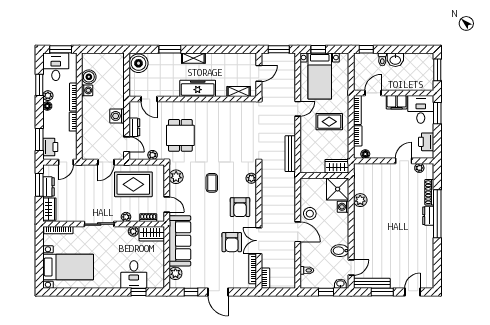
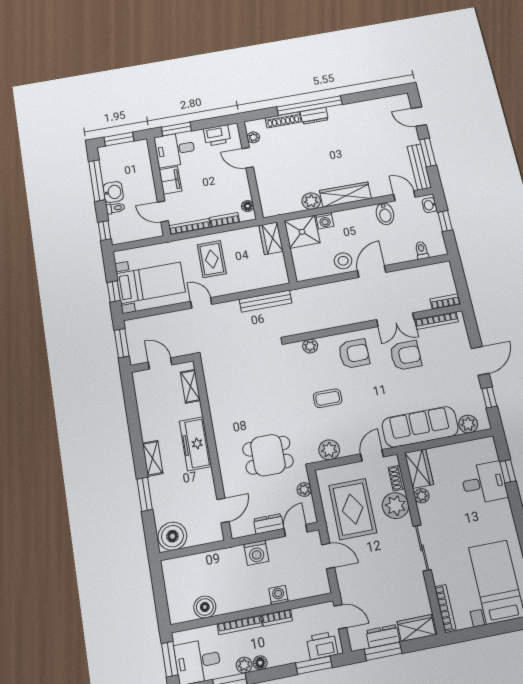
window: (407, 49) -> (97, 181), added
washing machine: (87, 90) -> (278, 595), moved
plant: (126, 217) -> (396, 506), width x1.88, depth x1.88
wardrobe: (361, 226) -> (345, 195), added

